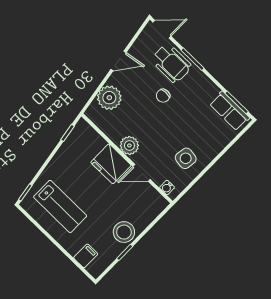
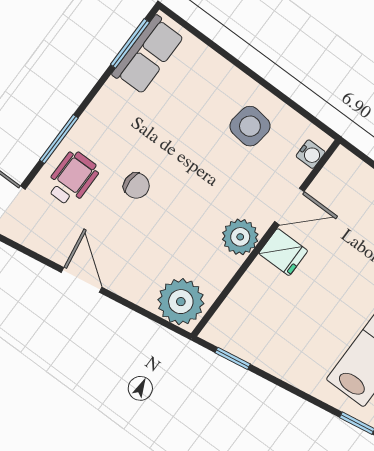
wheelchair: (171, 63) -> (72, 178), width x0.73, depth x0.73
plant: (109, 98) -> (181, 302), moved
fridge: (111, 164) -> (283, 252), width x0.53, depth x0.75
door: (142, 173) -> (289, 206), hinge flipped

